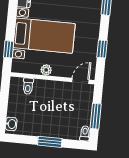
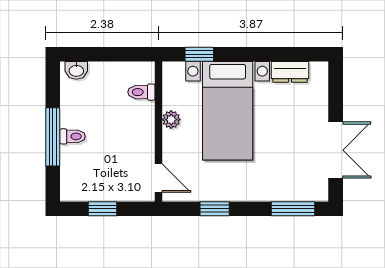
window: (96, 116) -> (103, 209), width x0.67
toilet: (85, 133) -> (72, 136), moved
window: (50, 142) -> (53, 137), width x1.44

